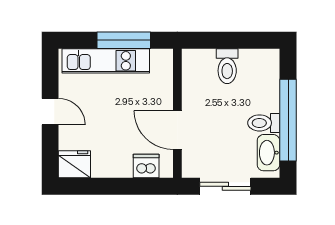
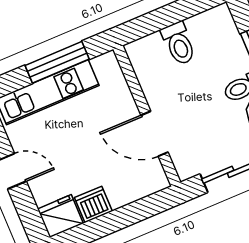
dishwasher: (146, 166) -> (93, 204), moved

